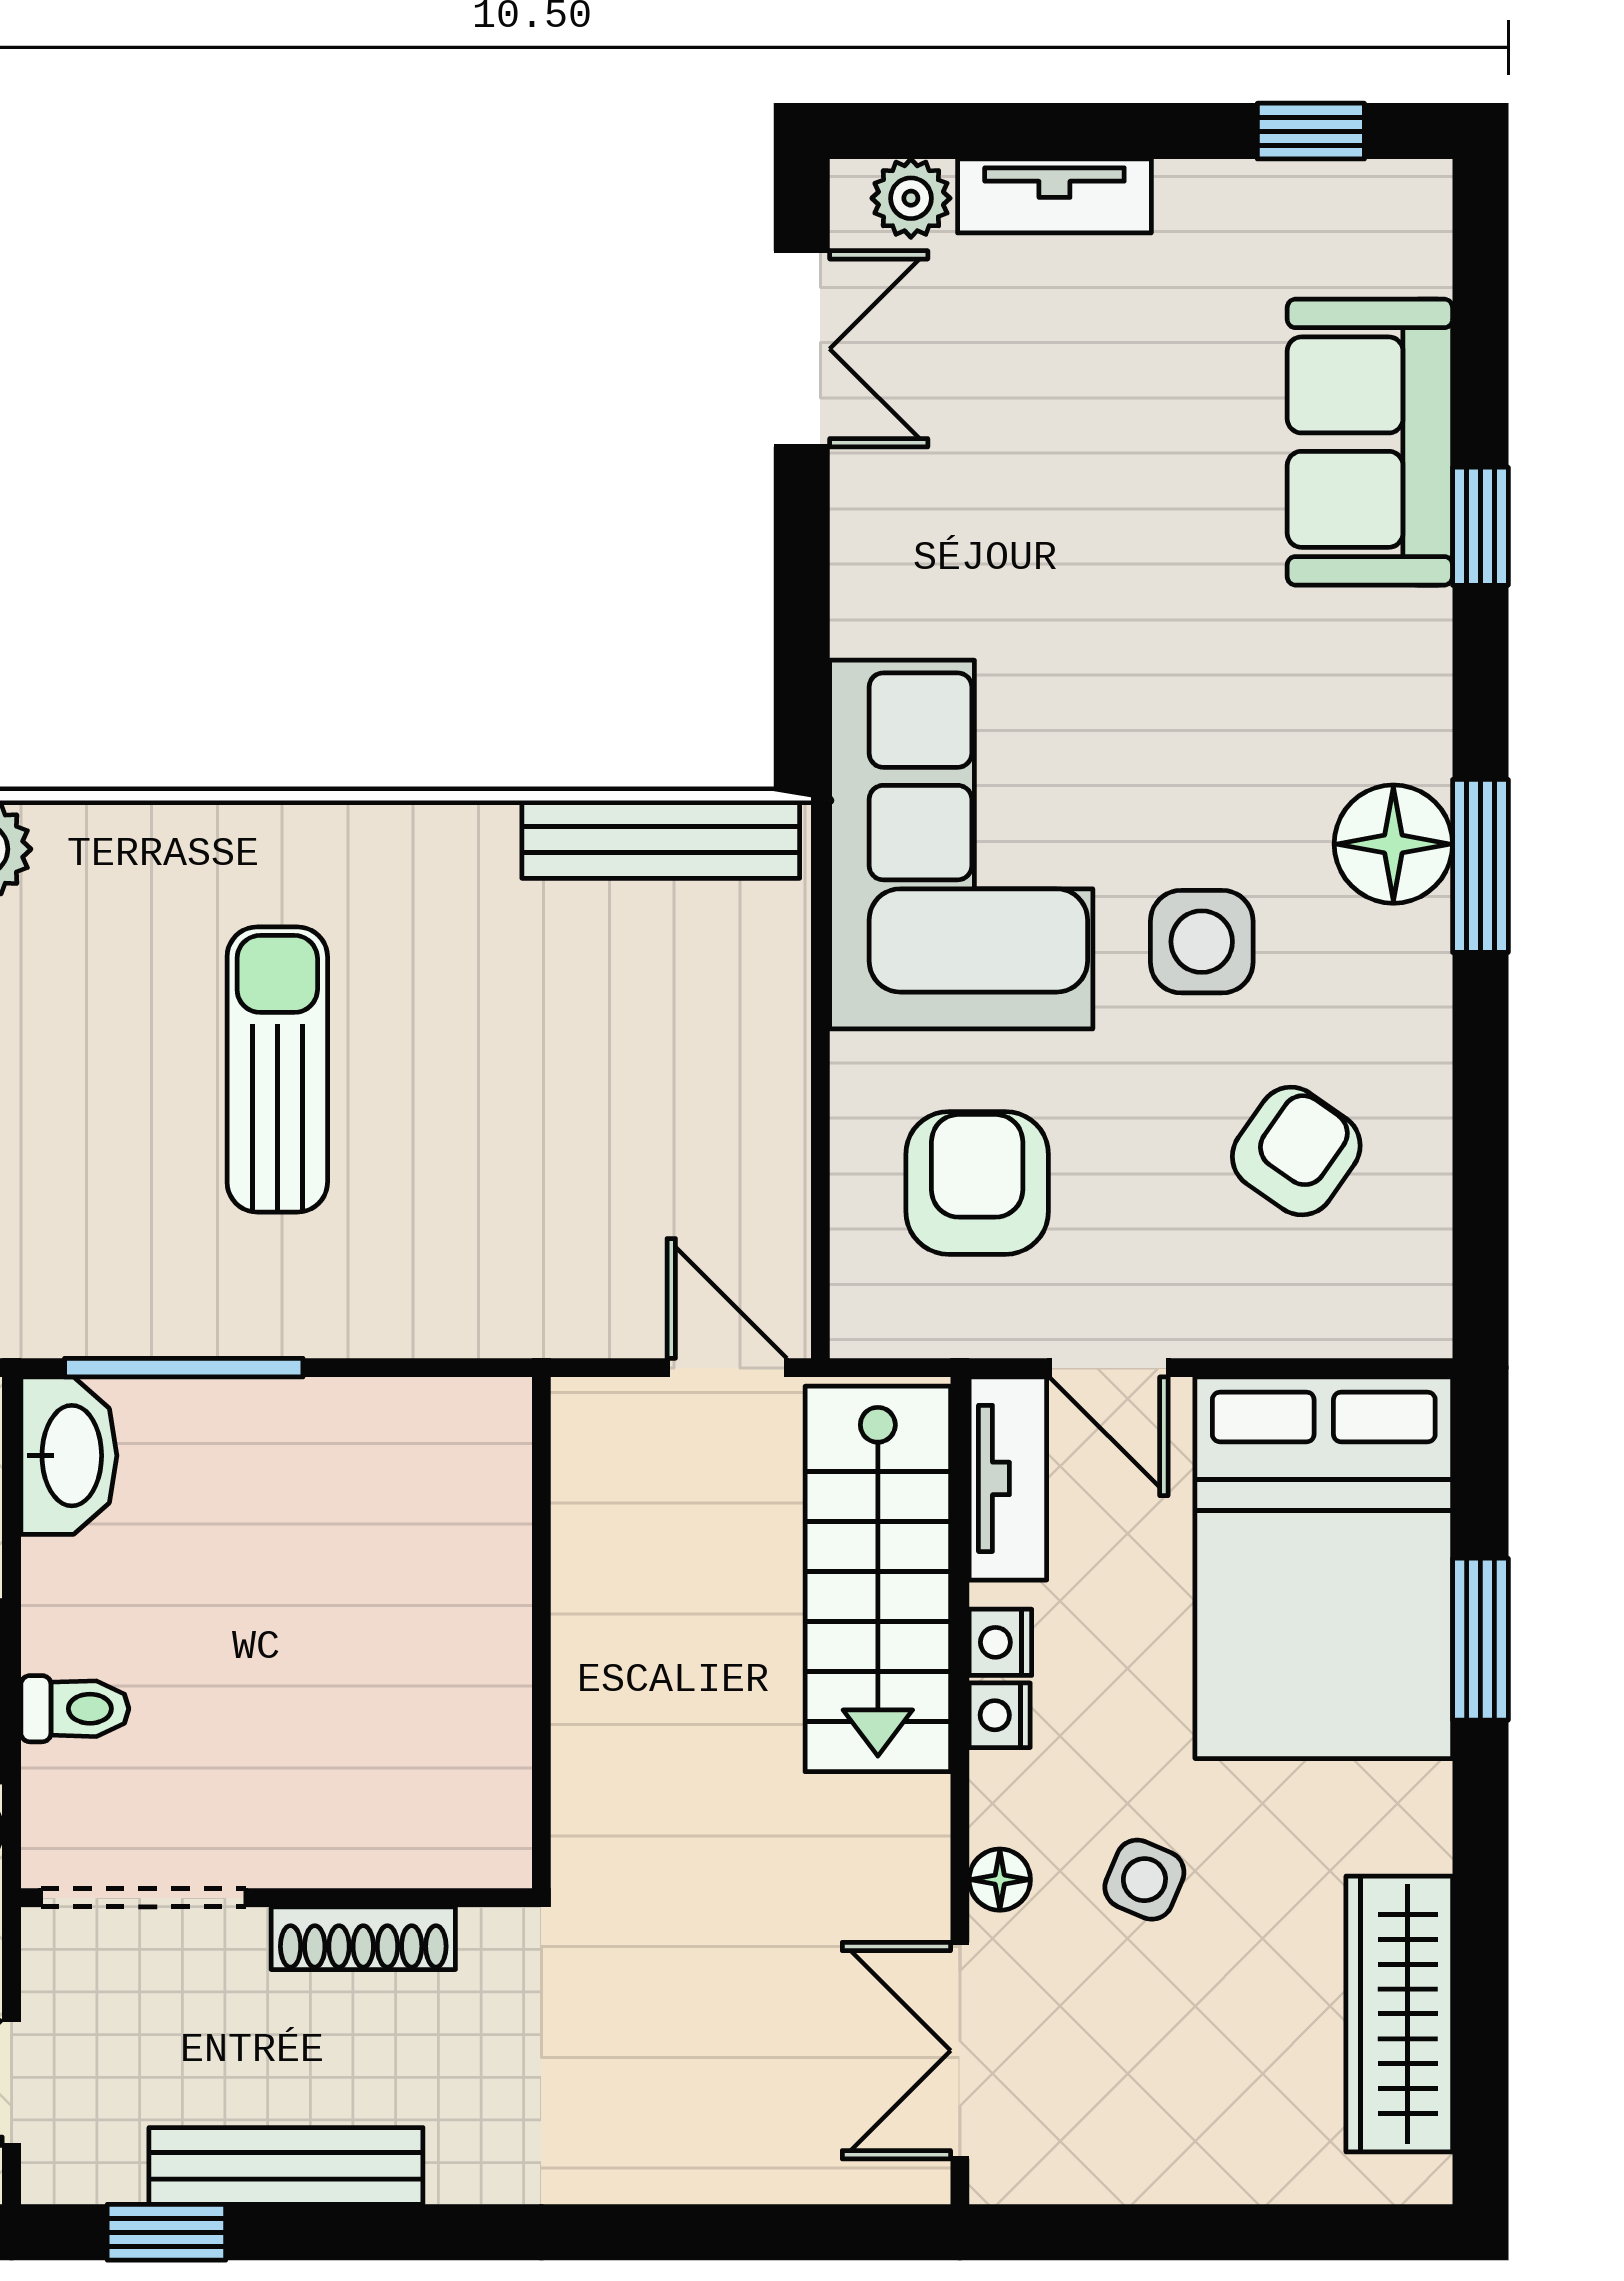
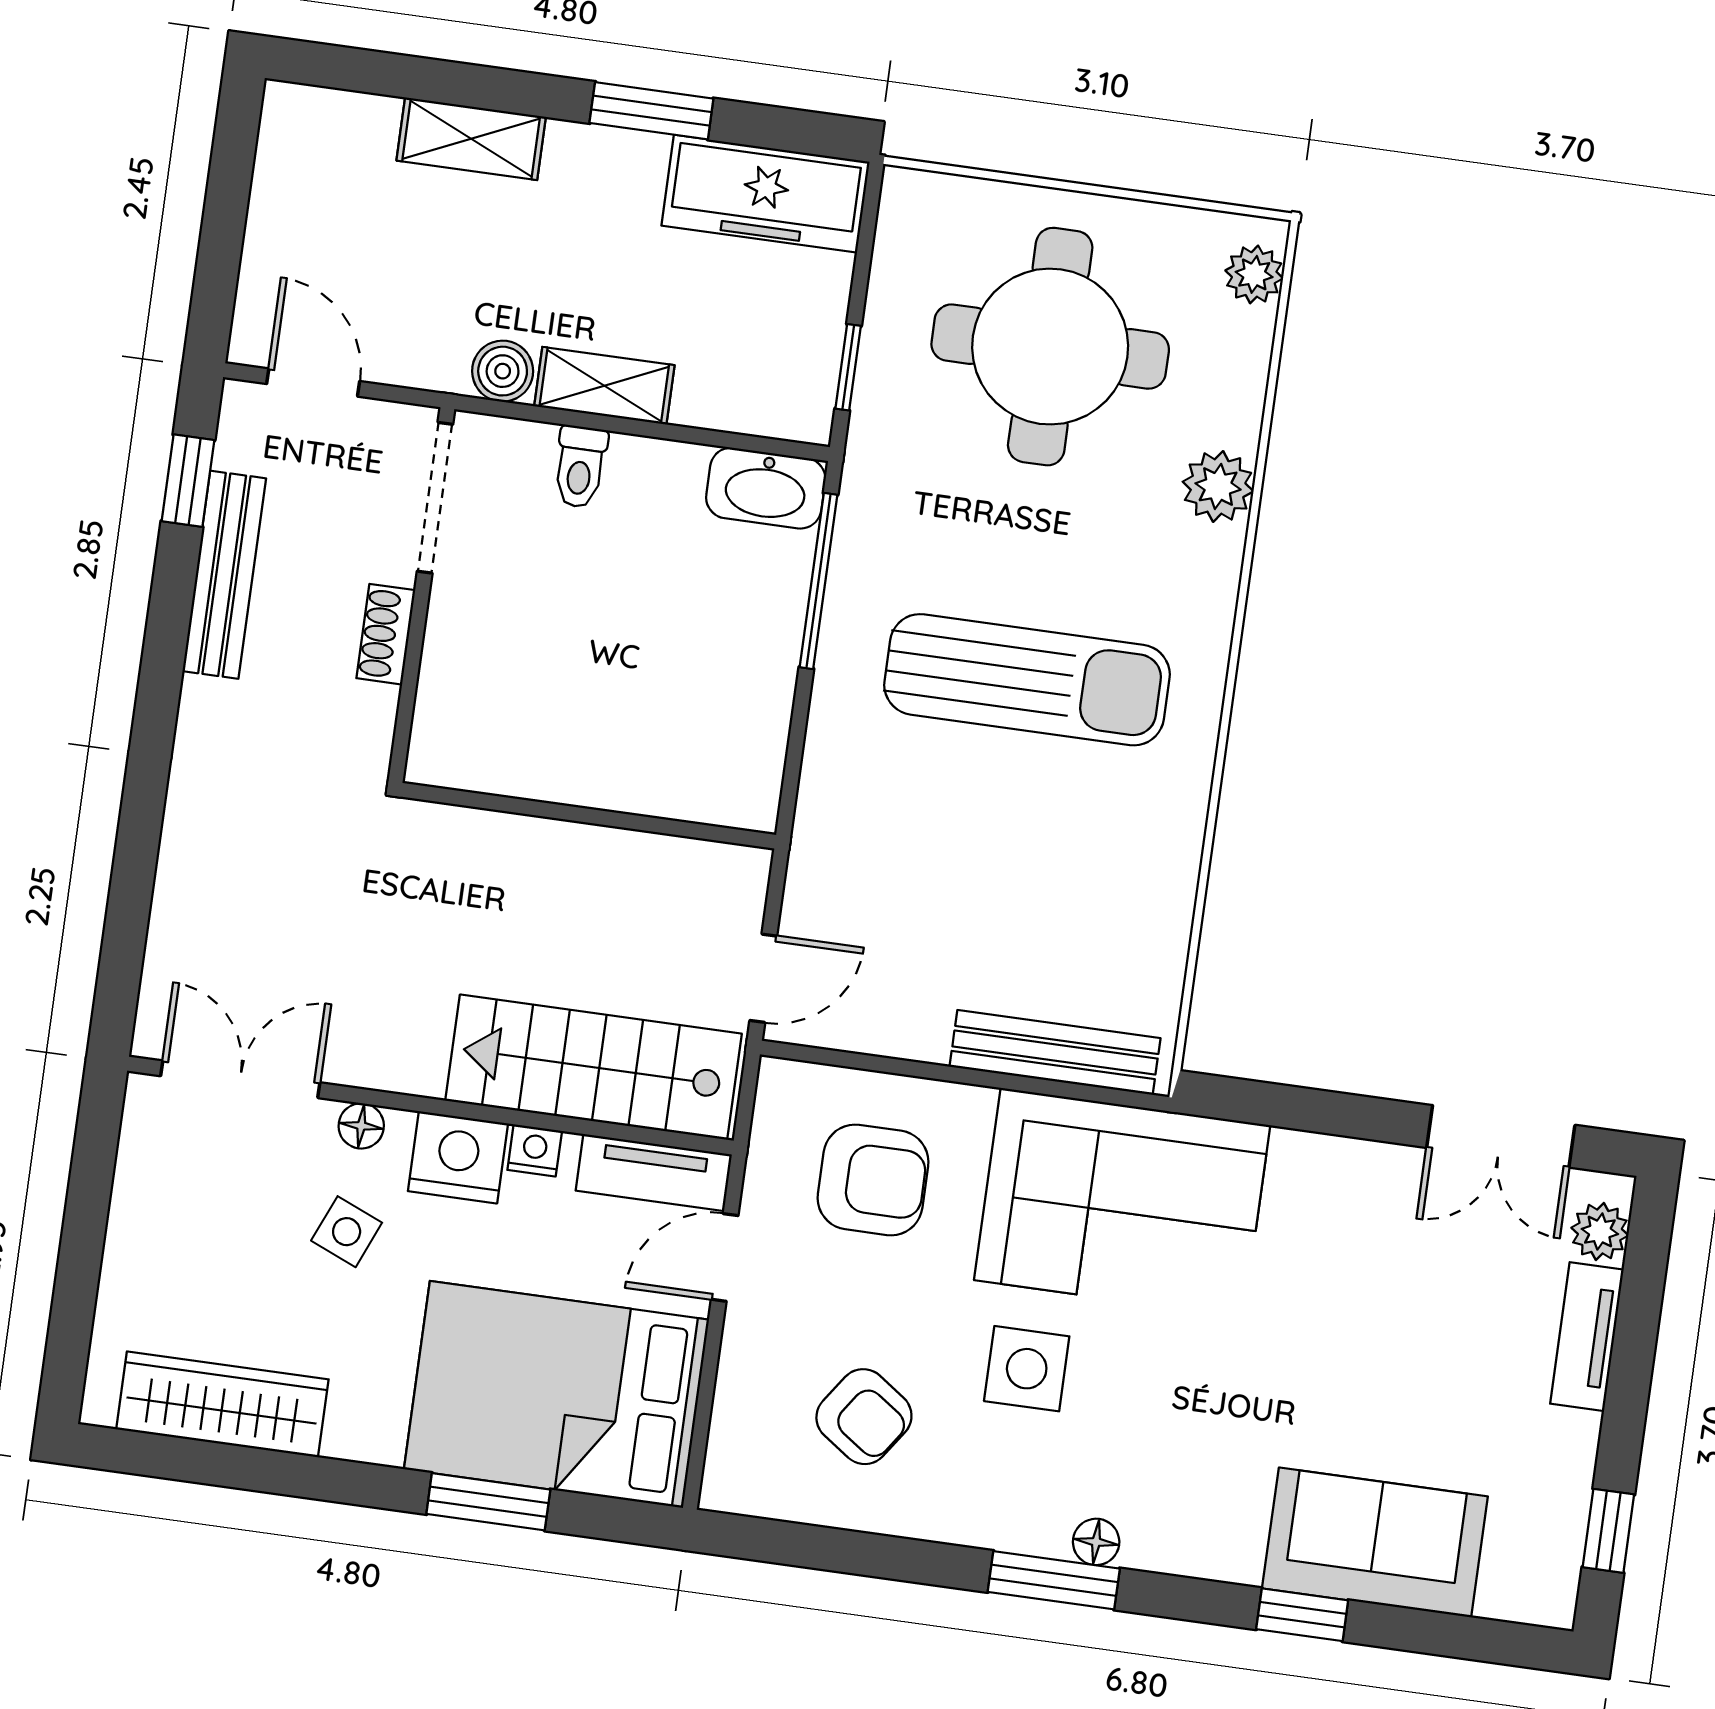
bench: (661, 839) -> (1055, 1052), moved, turned 90
floor lamp: (1393, 844) -> (1096, 1542), width x0.53, depth x0.53
sun lounger: (277, 1069) -> (1027, 680), width x1.36, depth x1.34
nightstand: (1000, 1715) -> (458, 1157), width x1.89, depth x1.79
shoe rack: (363, 1938) -> (386, 634), width x0.70

